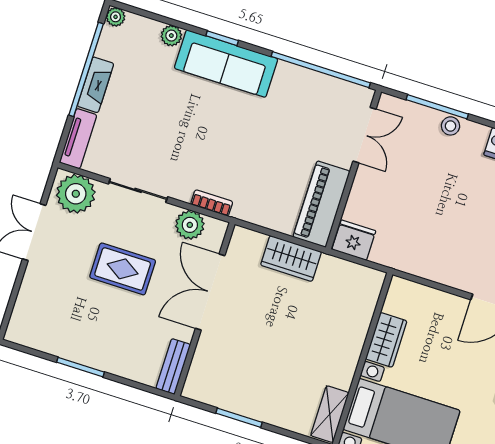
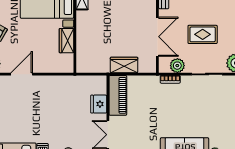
fridge: (354, 240) -> (99, 104), moved, turned 90

